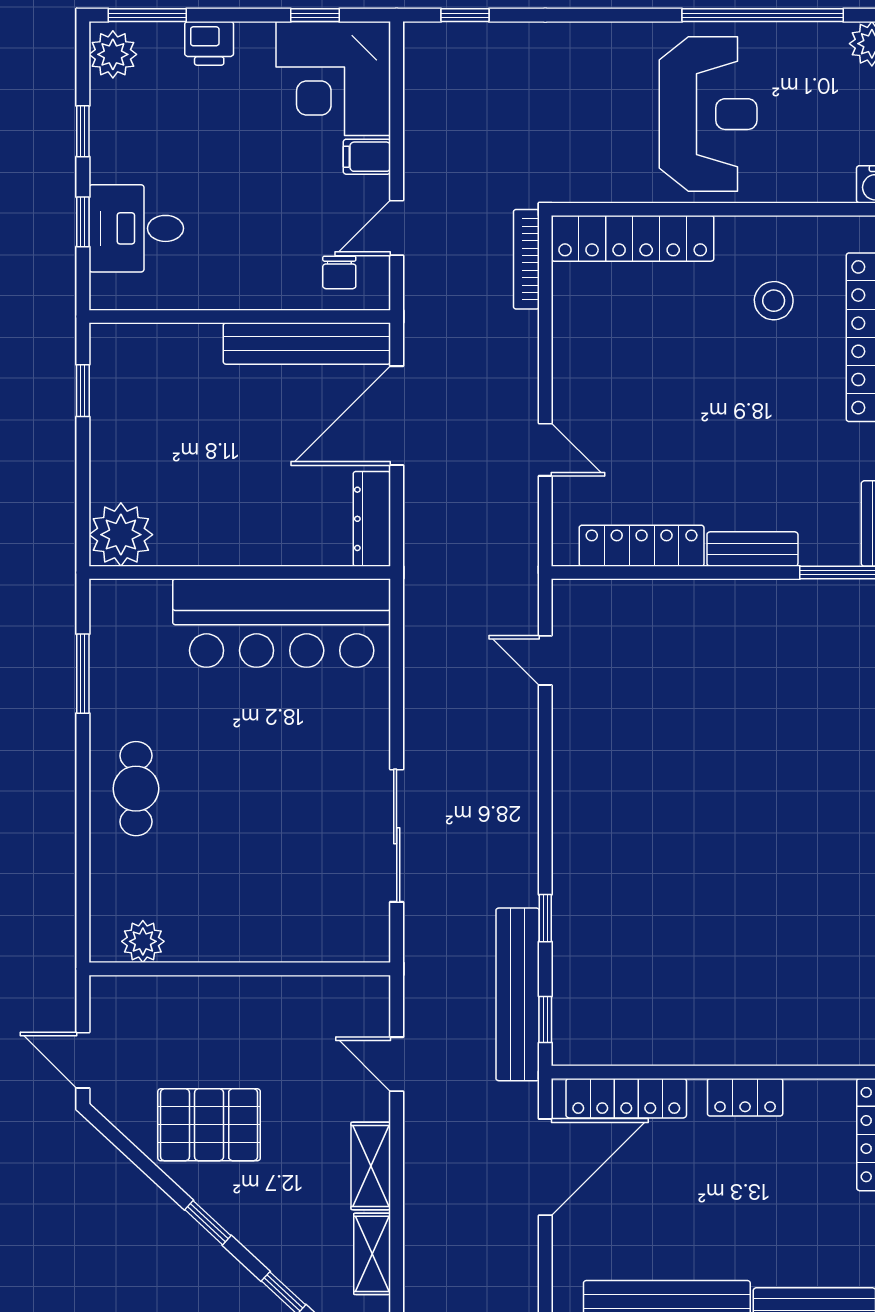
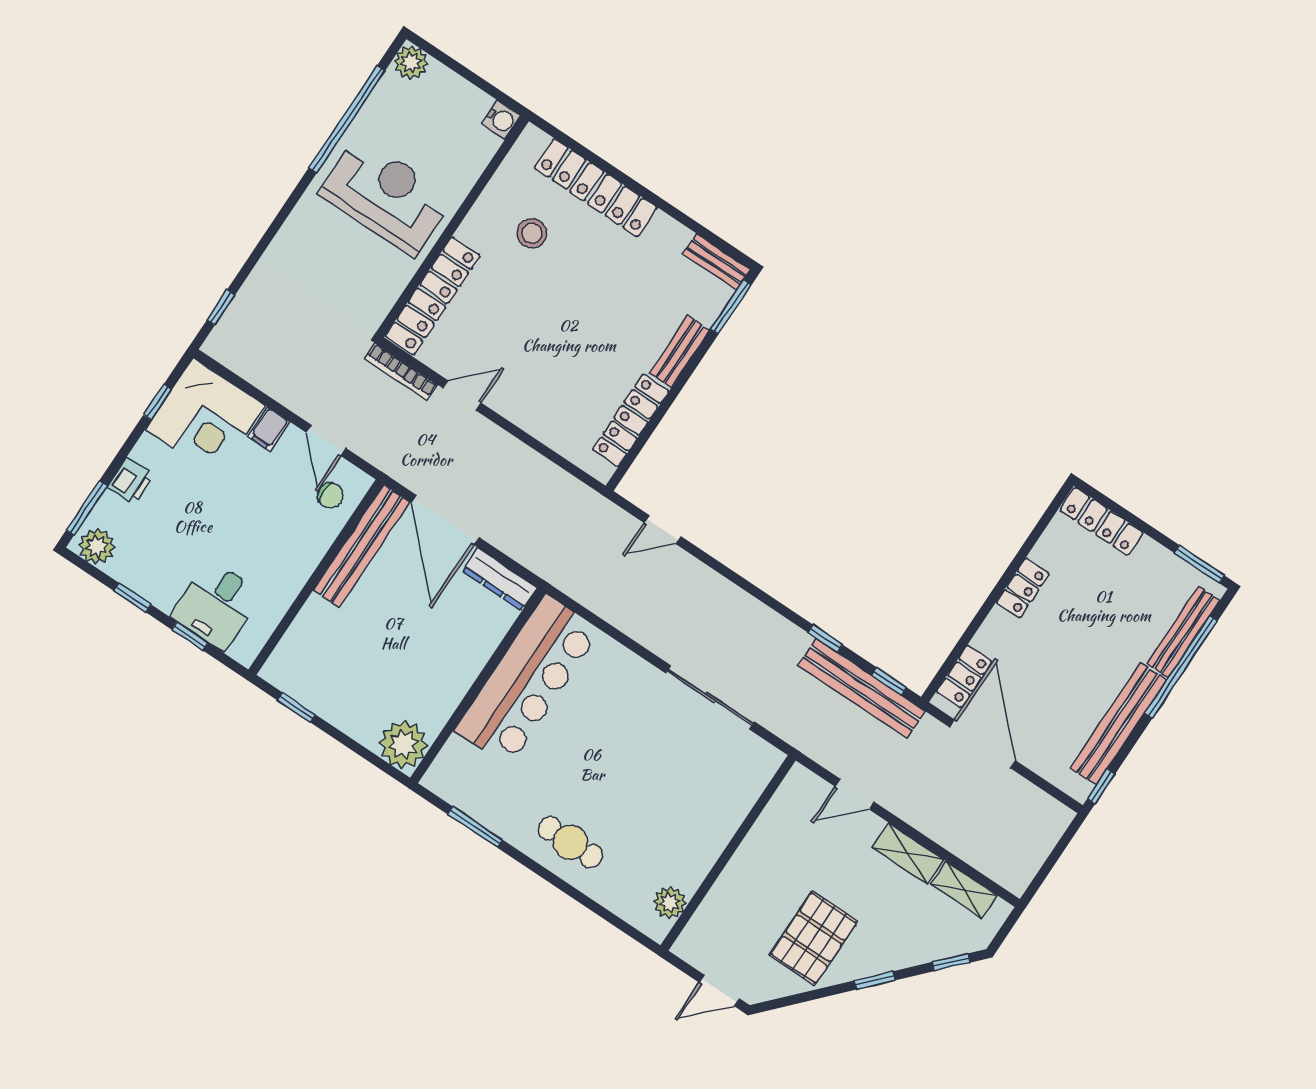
door: (545, 450) -> (462, 395), moved
locker: (626, 1098) -> (964, 677), width x0.66

